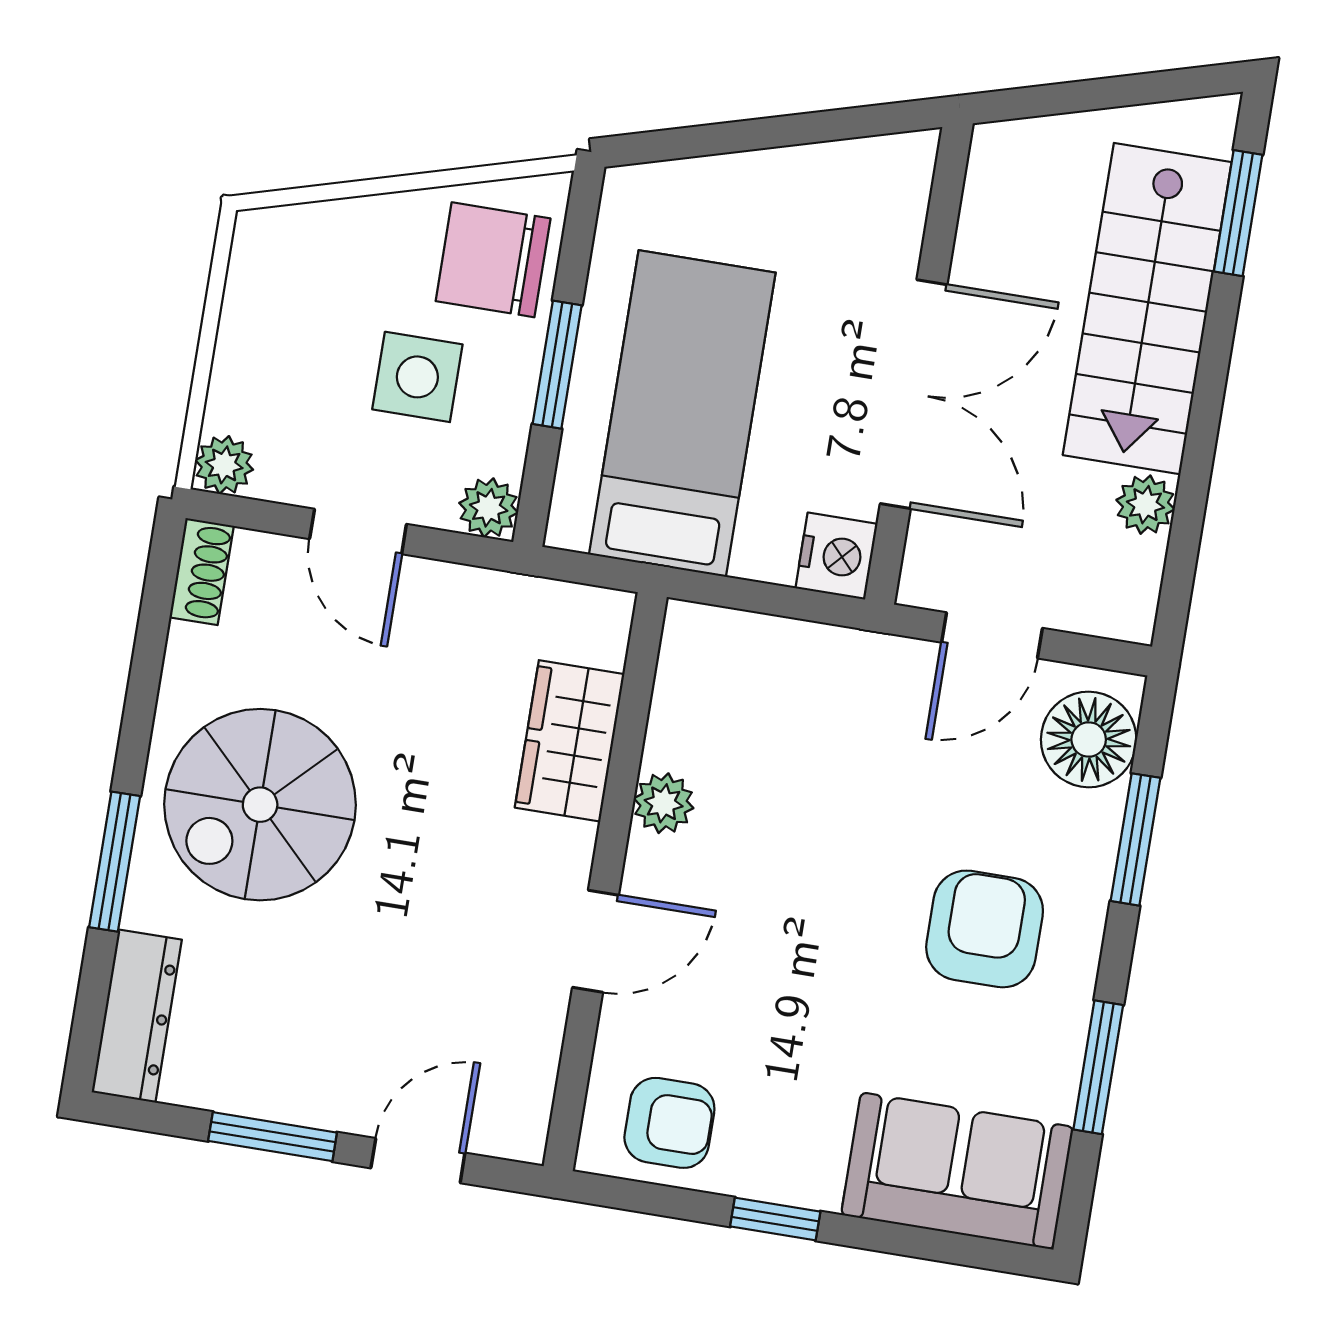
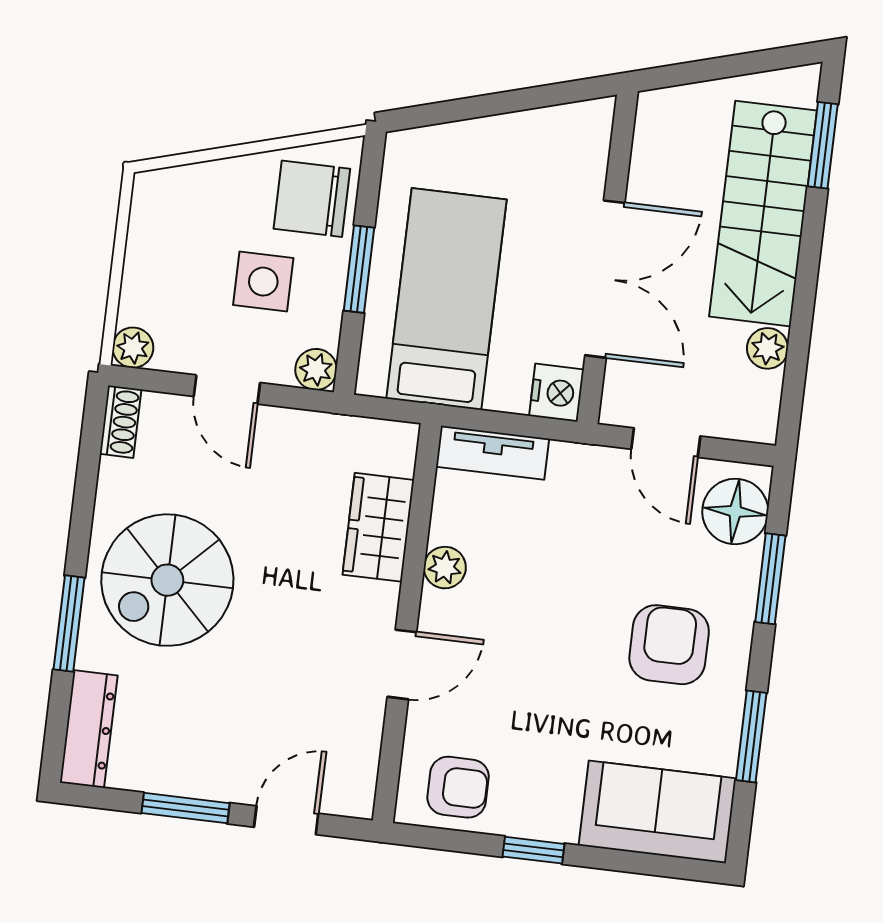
door: (992, 635) -> (666, 443), hinge flipped
tv unit: (740, 639) -> (492, 453), added

